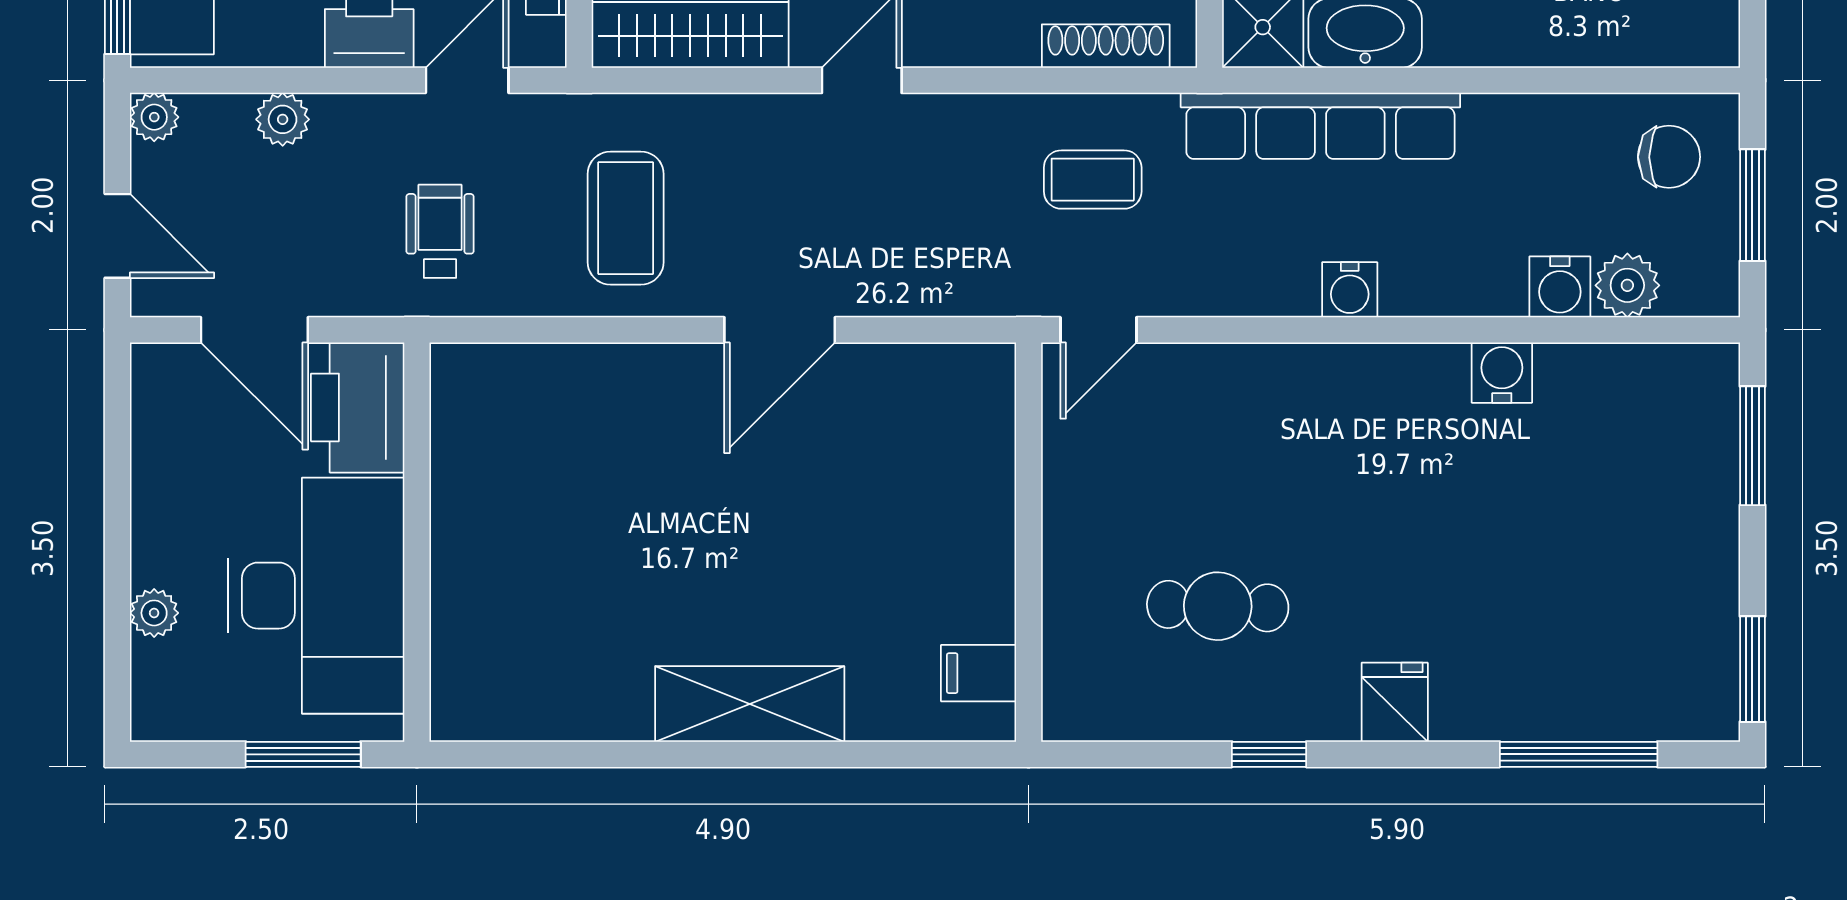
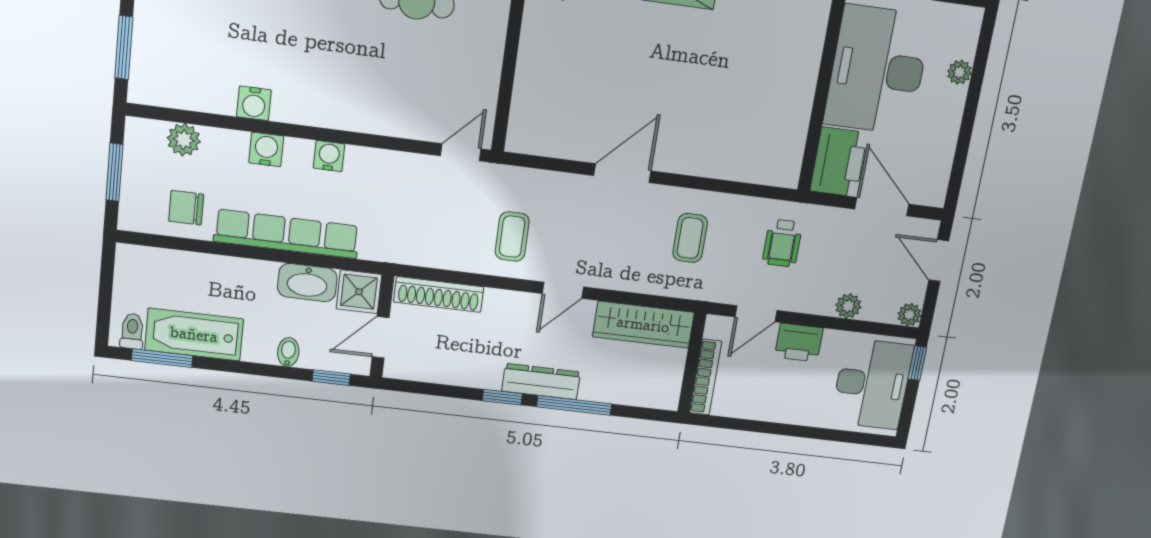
shoe rack: (1106, 46) -> (439, 294), width x1.36, depth x1.24
row of seats: (1320, 126) -> (287, 234), moved
chair: (1669, 157) -> (186, 208), moved
coffee table: (1093, 180) -> (512, 236), moved, turned 90
coffee table: (626, 218) -> (690, 238), width x0.73, depth x0.77
water cooler: (1560, 287) -> (266, 149), moved

